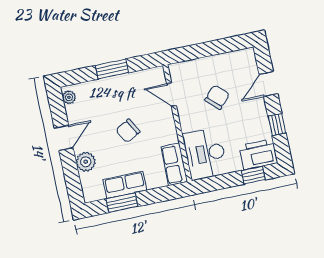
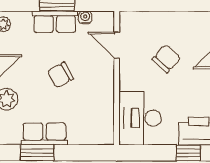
water cooler: (139, 76) -> (85, 17), added
row of seats: (174, 164) -> (55, 22), moved, turned -90

